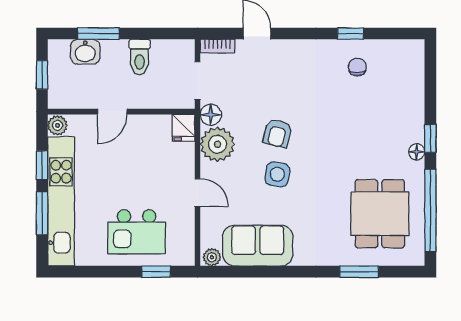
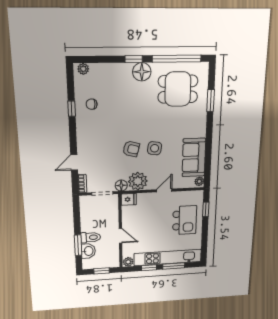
plant: (416, 55) -> (83, 69), added
toilet: (140, 57) -> (91, 237), moved
floor lamp: (417, 152) -> (142, 72), width x1.89, depth x1.89

